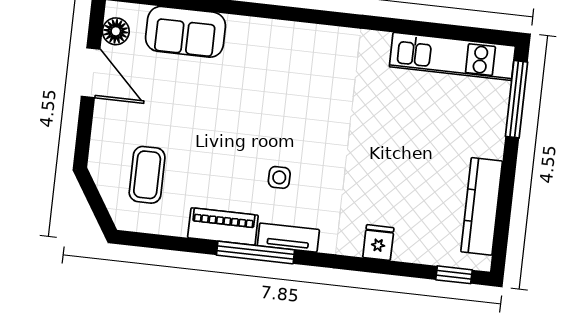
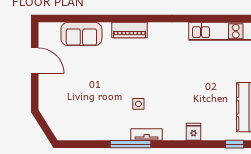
floor lamp: (116, 31) -> (45, 38), removed
coffee table: (147, 175) -> (70, 110), removed
piano: (223, 227) -> (130, 30), moved, turned 180

